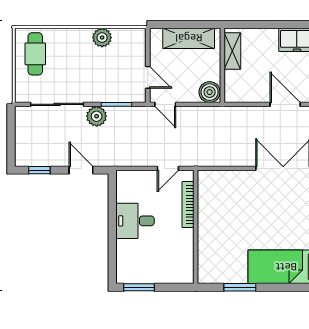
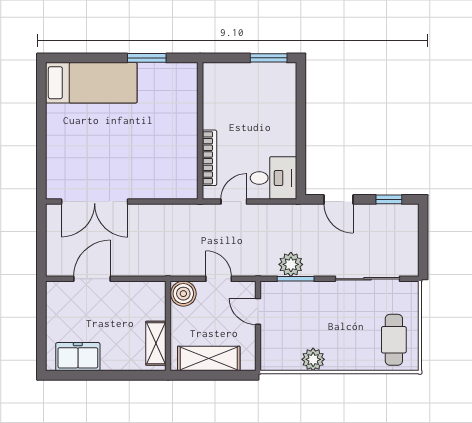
door: (165, 104) -> (219, 279), moved
door: (285, 104) -> (92, 279), swing flipped
plant: (97, 116) -> (291, 264), moved
desk: (135, 221) -> (273, 178), moved

